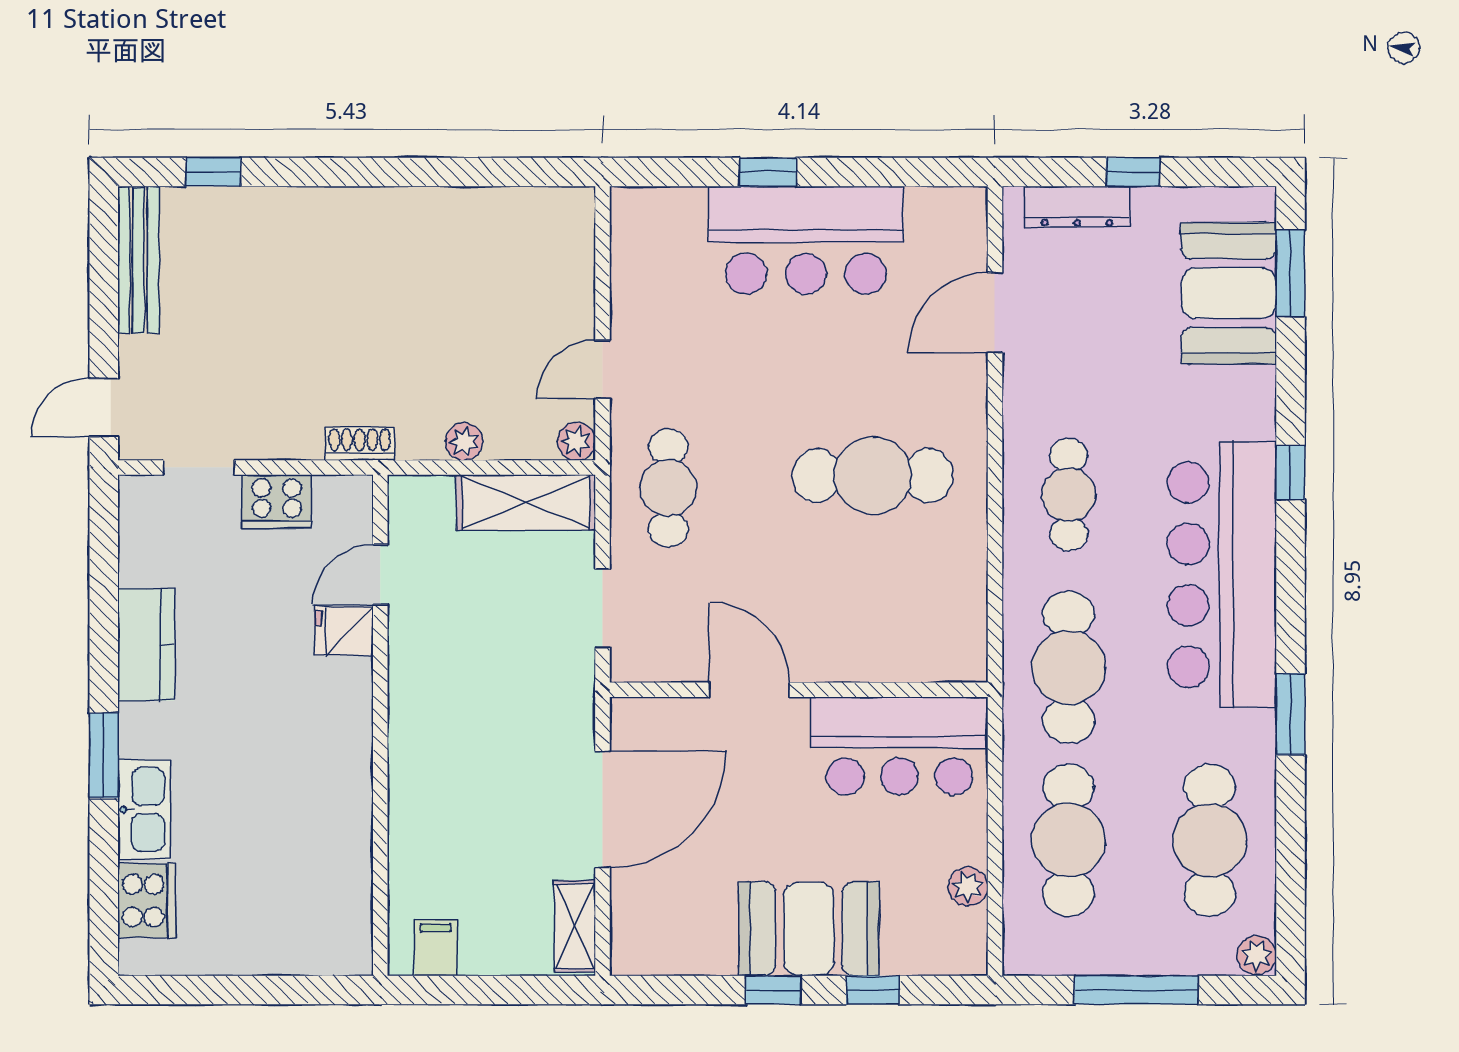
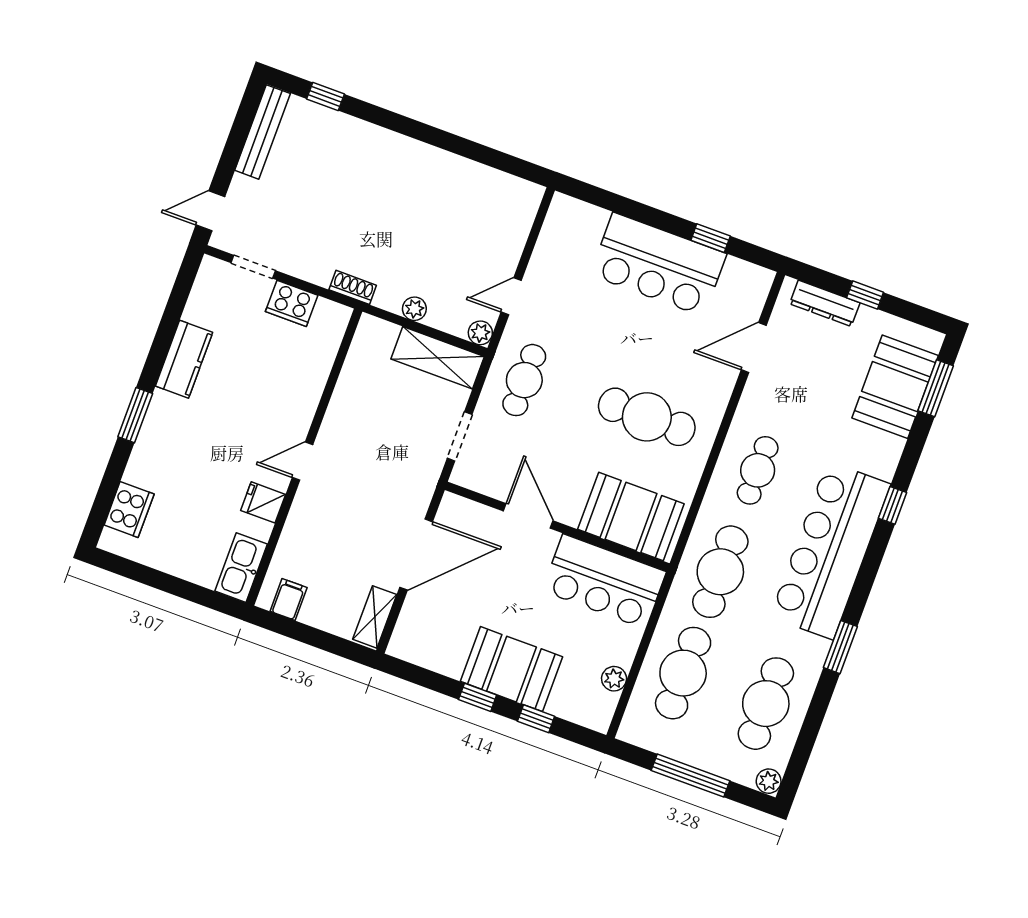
window: (768, 172) -> (711, 238), moved
door: (380, 575) -> (303, 461), moved
fridge: (344, 631) -> (263, 502), moved
booth: (904, 634) -> (631, 516), added
kitchen sink: (144, 810) -> (241, 568), moved, turned 180

